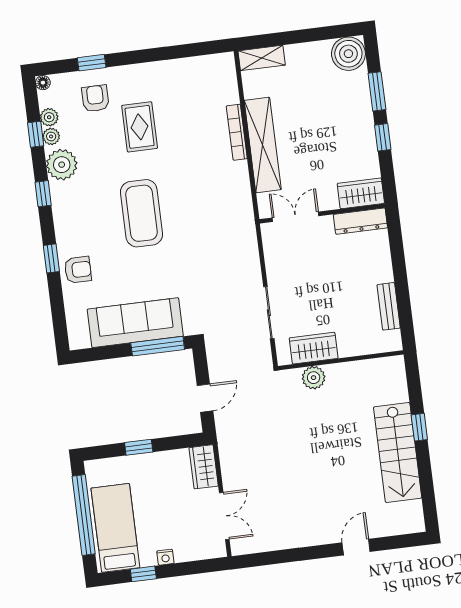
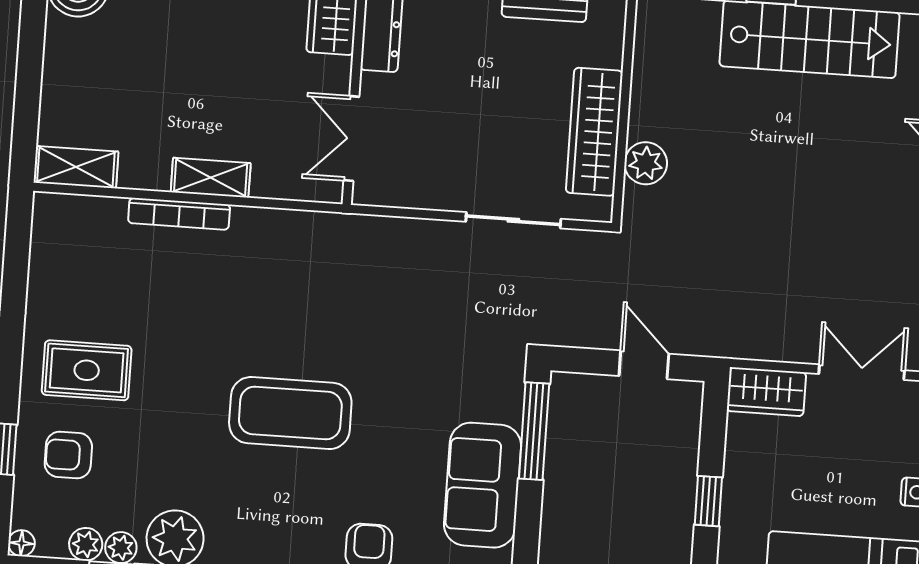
shelving: (262, 58) -> (76, 167), moved, turned 90
rug: (140, 127) -> (87, 370), moved
shelving: (263, 145) -> (211, 178), width x0.45, depth x0.75
sofa: (135, 323) -> (483, 485), width x0.73
wardrobe: (314, 348) -> (594, 132), width x1.50

